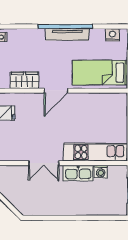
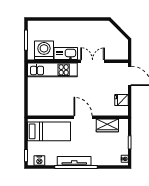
door: (56, 91) -> (83, 117), hinge flipped
washing machine: (101, 172) -> (44, 50), width x1.89, depth x1.89

